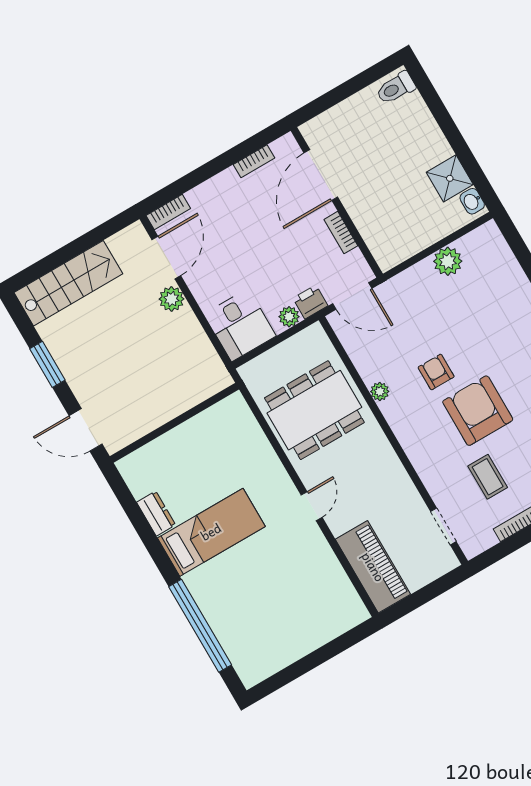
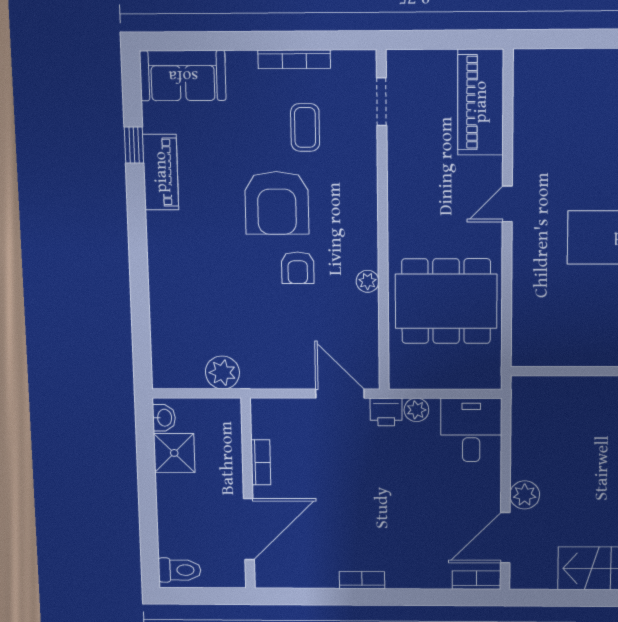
door: (321, 175) -> (249, 529), moved
wall: (337, 202) -> (248, 494), moved
bookcase: (341, 233) -> (261, 462), moved

